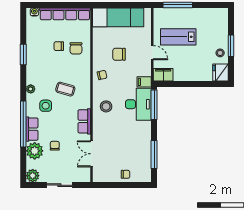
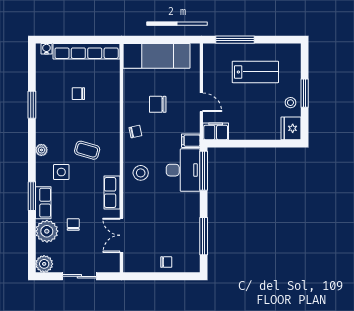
lab bench: (178, 37) -> (255, 72), moved, turned 180
chair: (76, 48) -> (101, 97), removed
window: (23, 124) -> (32, 196), width x0.47

